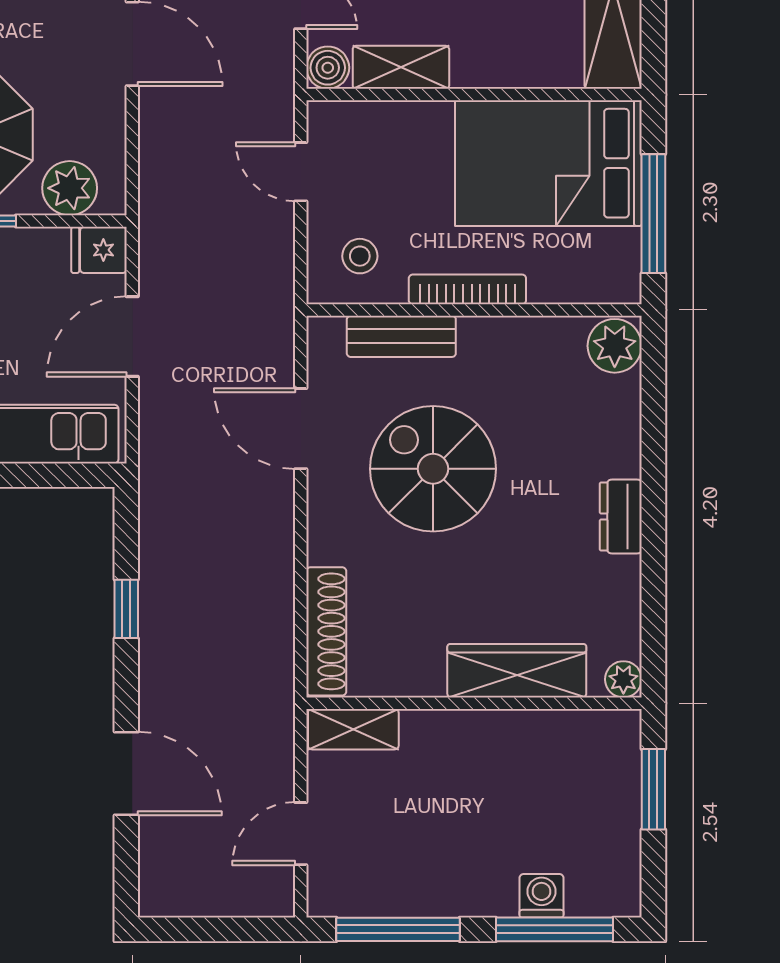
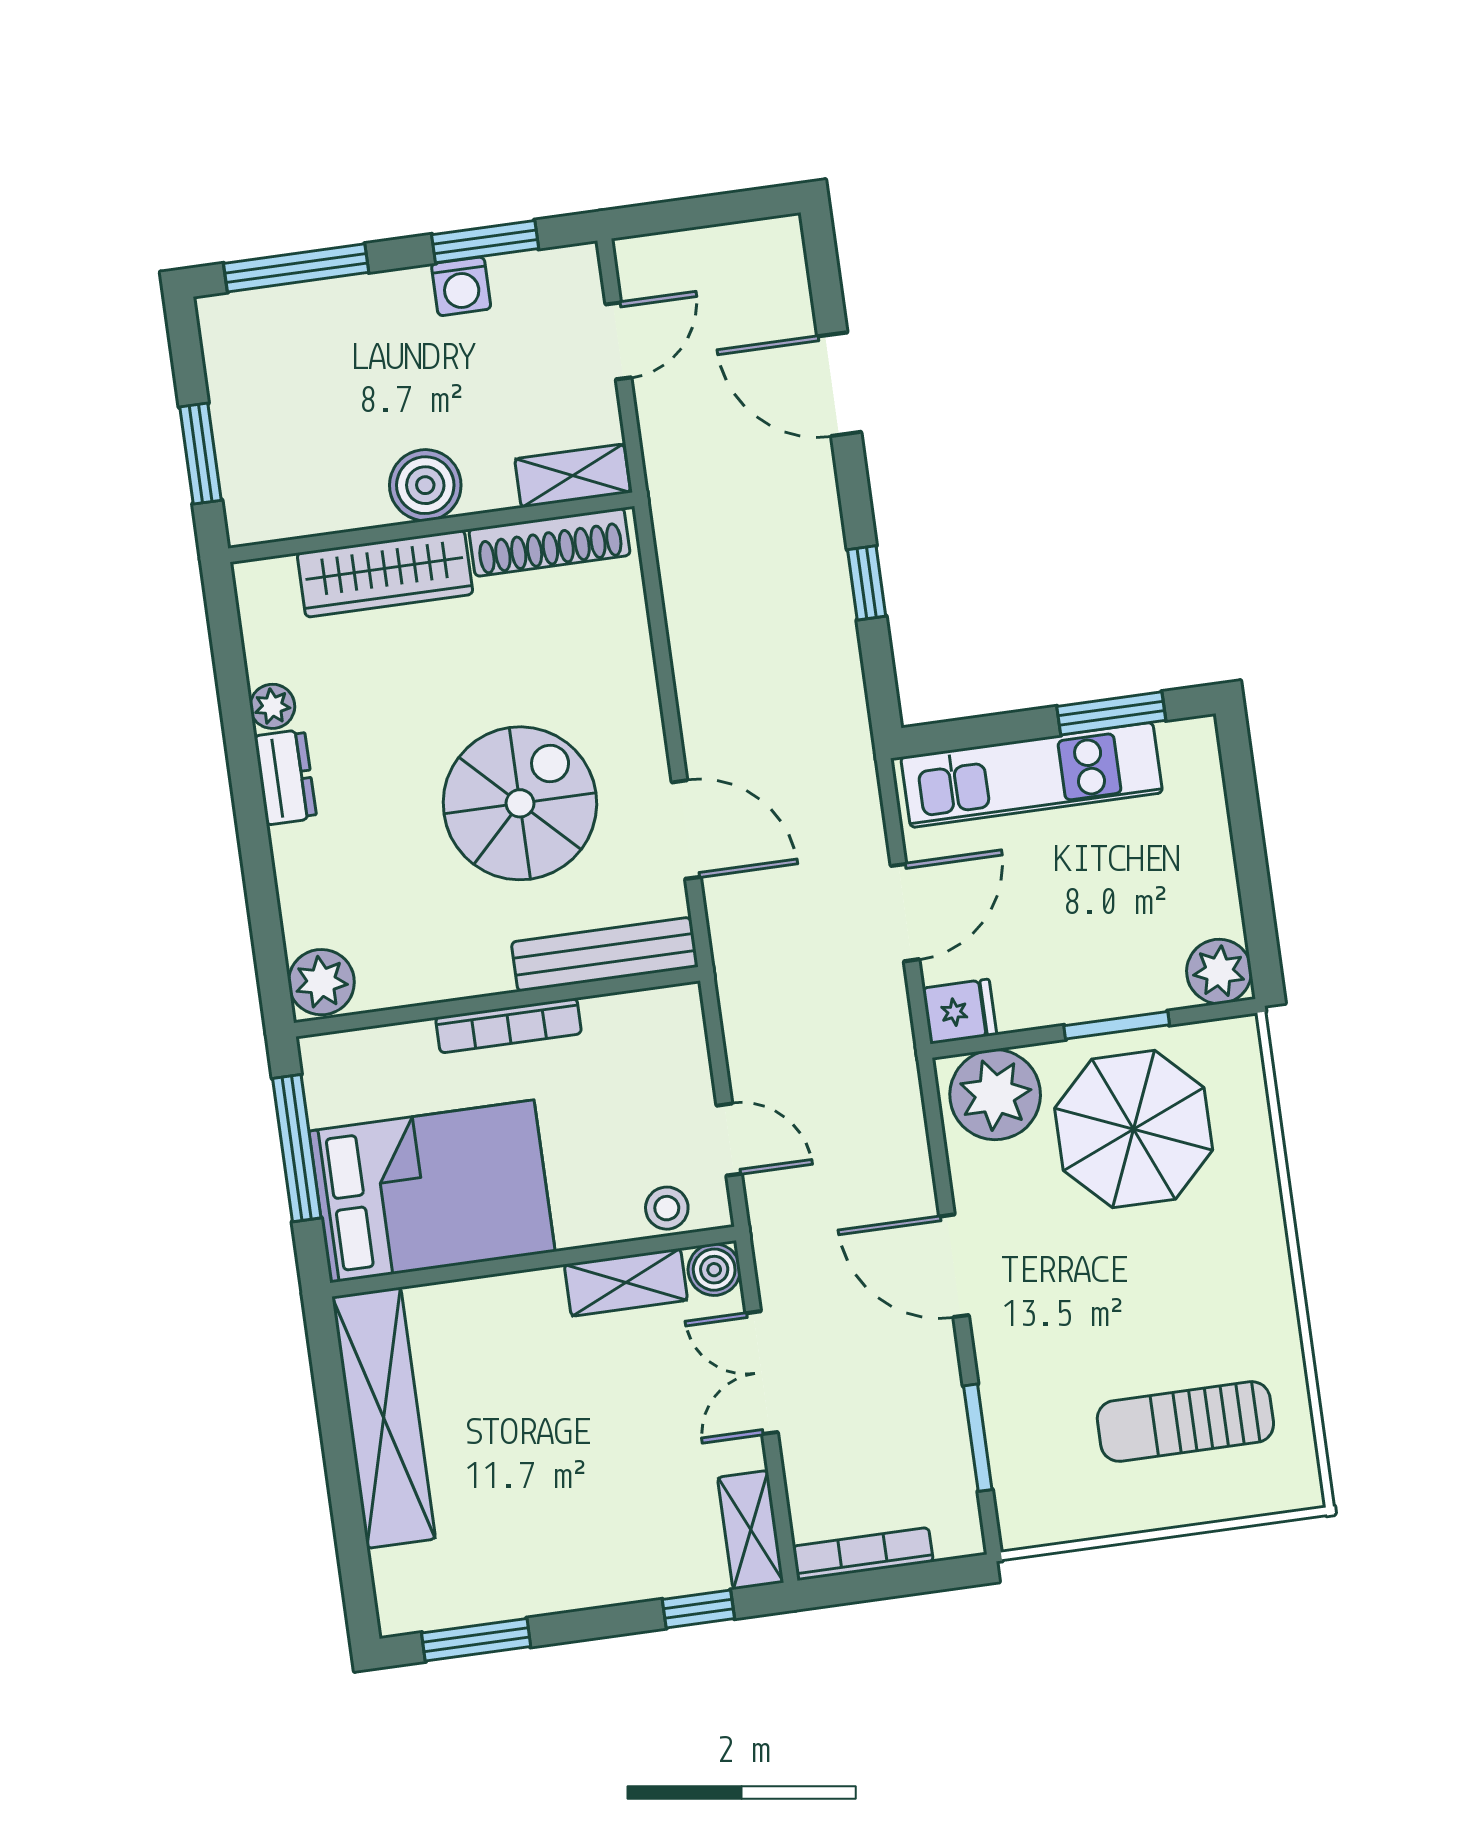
plant: (70, 188) -> (995, 1095), width x1.36, depth x1.36
stool: (360, 256) -> (667, 1208), moved
bench: (401, 336) -> (604, 954), width x1.36
spiral stairs: (433, 469) -> (520, 803), turned -90
shoe rack: (326, 631) -> (550, 542), moved, turned -90
plant: (623, 679) -> (272, 706), moved
boiler: (474, 738) -> (425, 485), added
washing machine: (542, 896) -> (461, 286), moved
window: (398, 929) -> (485, 242), width x0.69

